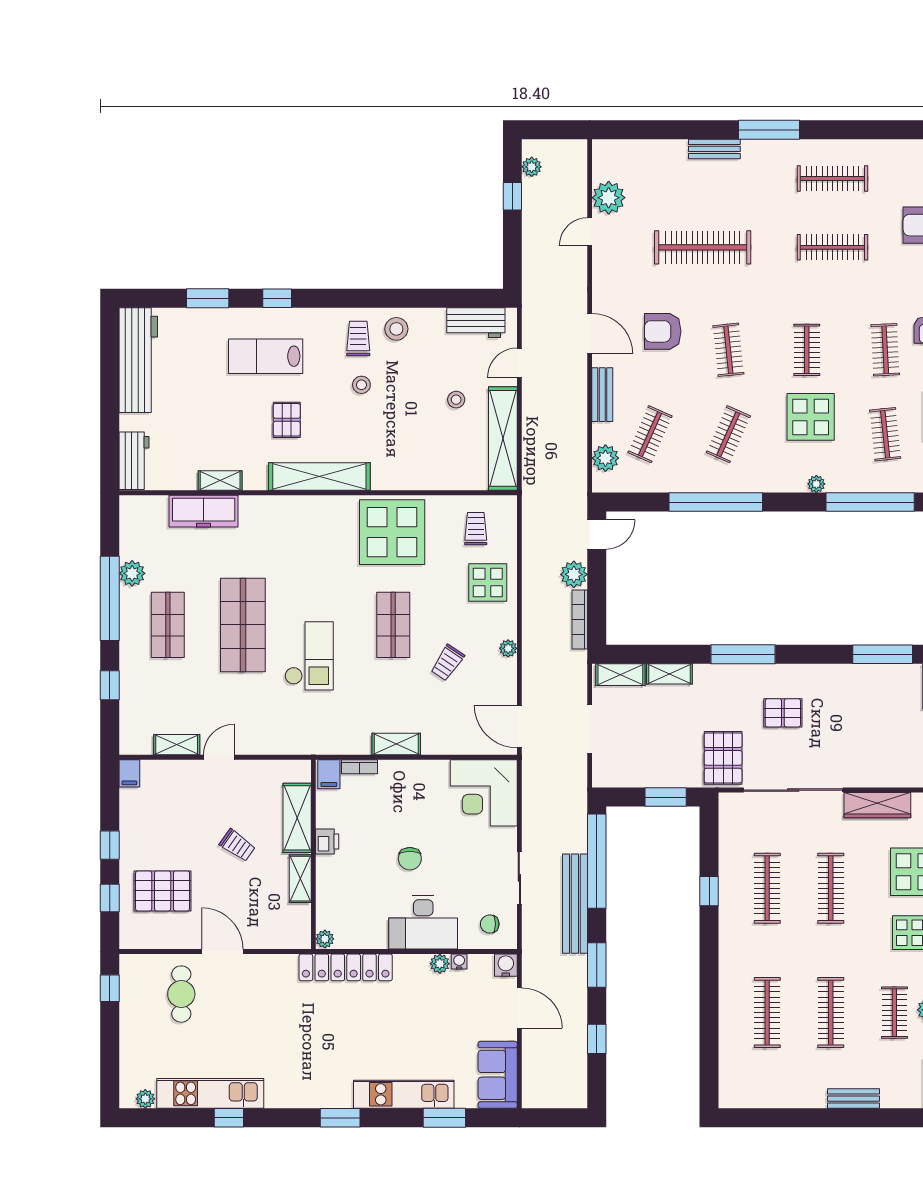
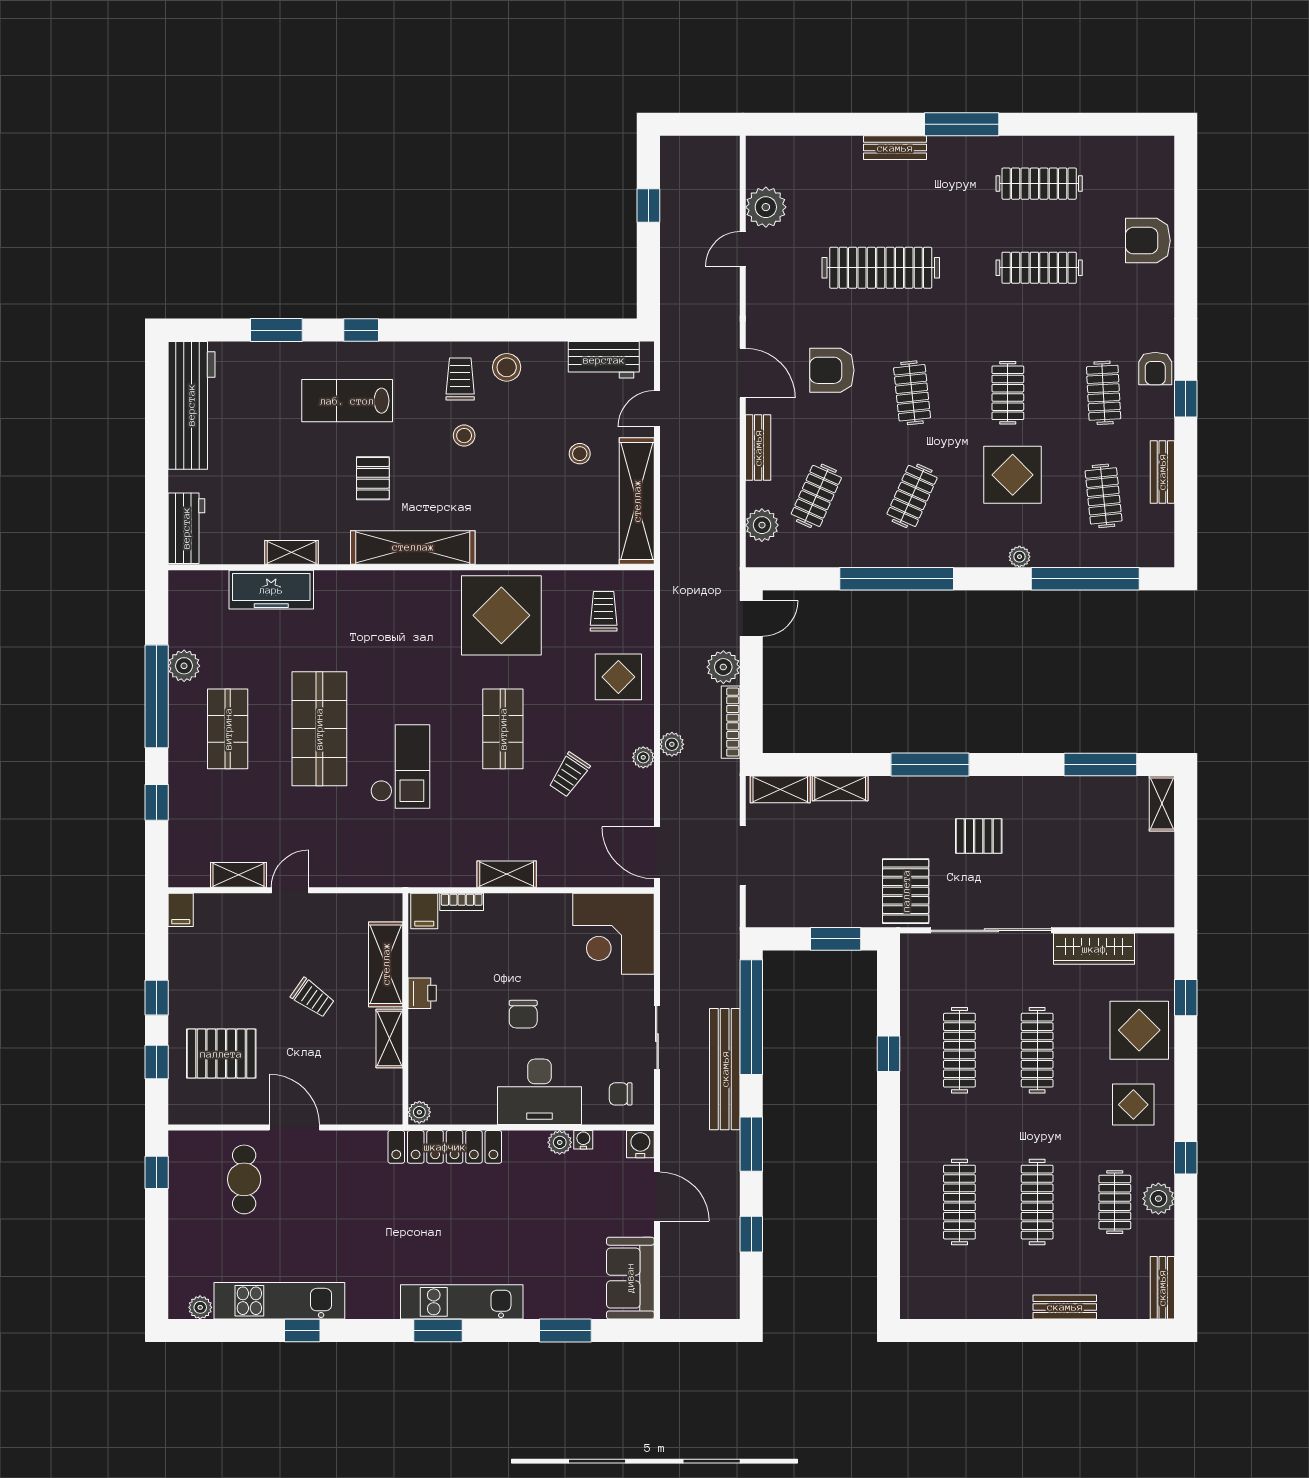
plant: (532, 167) -> (672, 744), moved
kitchen unit: (404, 1094) -> (462, 1302), moved

